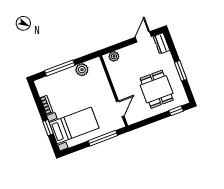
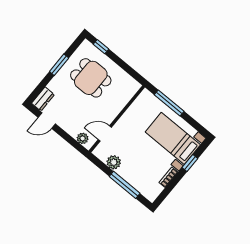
dining table: (157, 89) -> (91, 78), turned 90
door: (120, 109) -> (105, 133), moved

